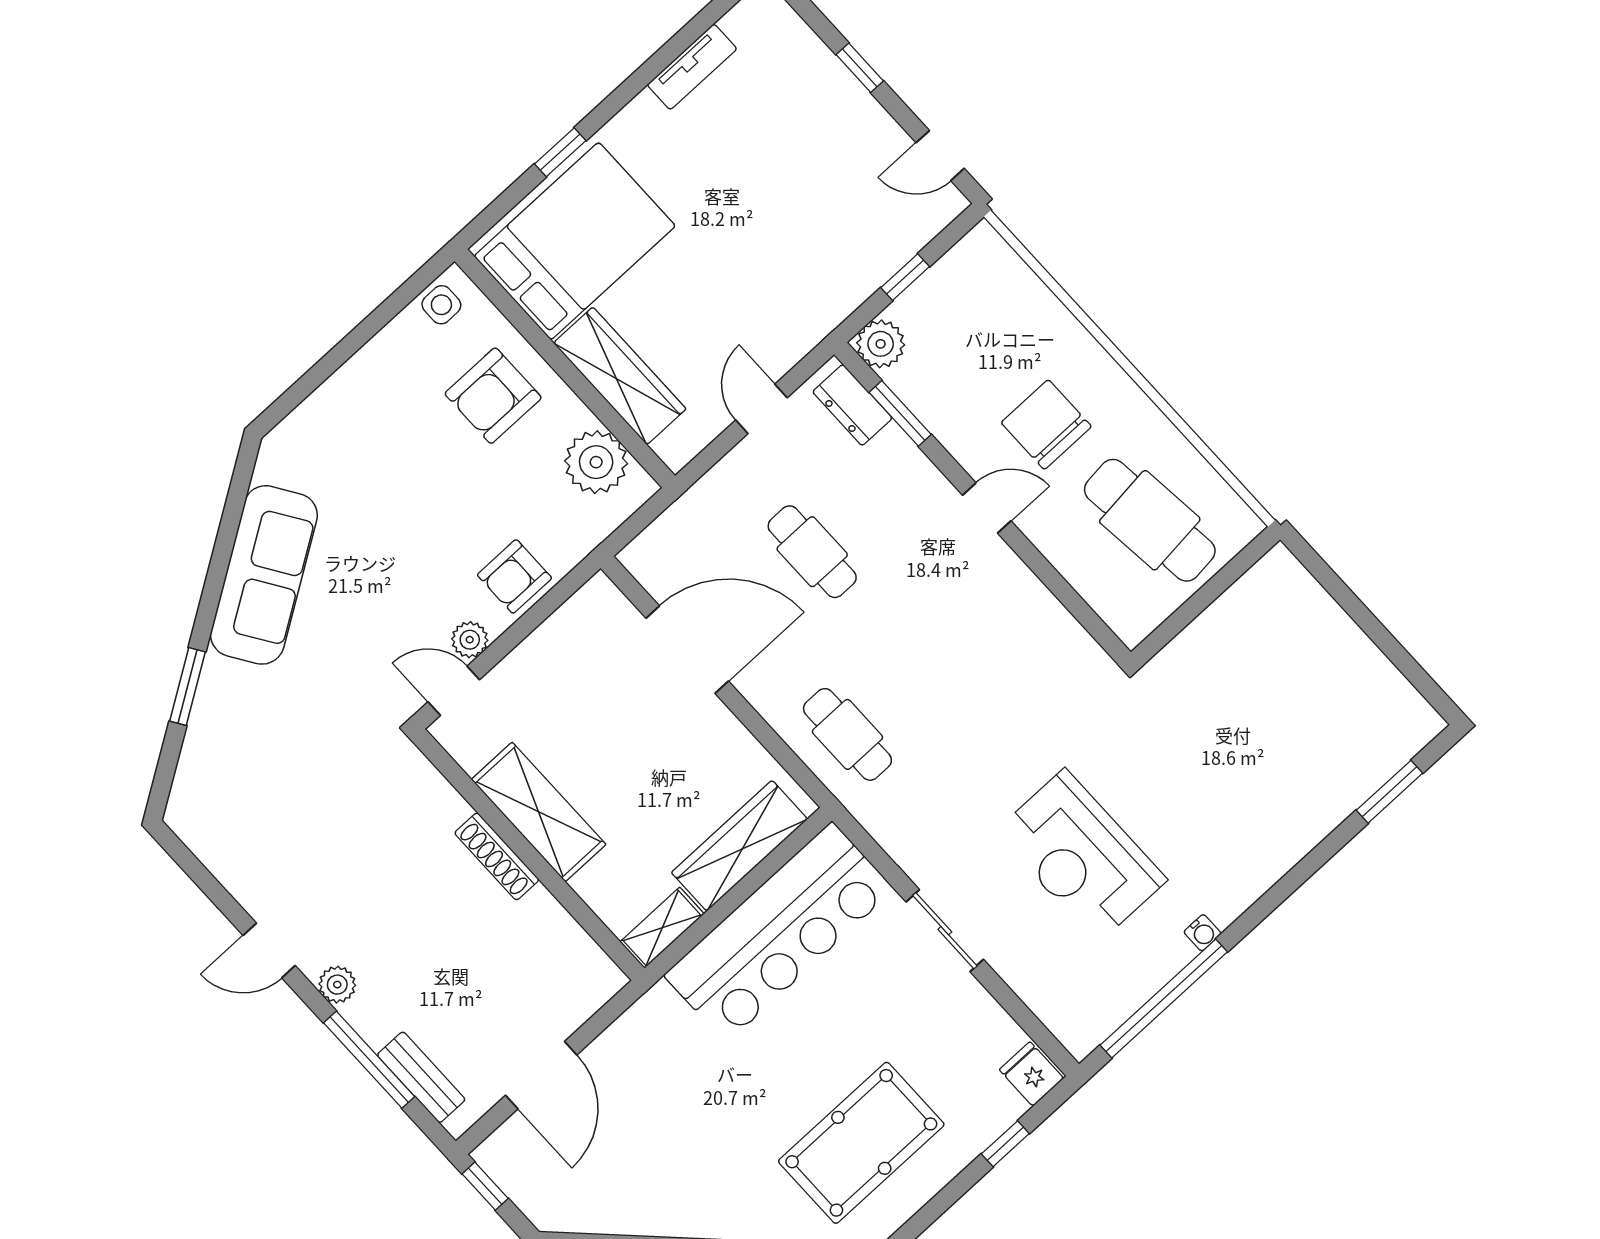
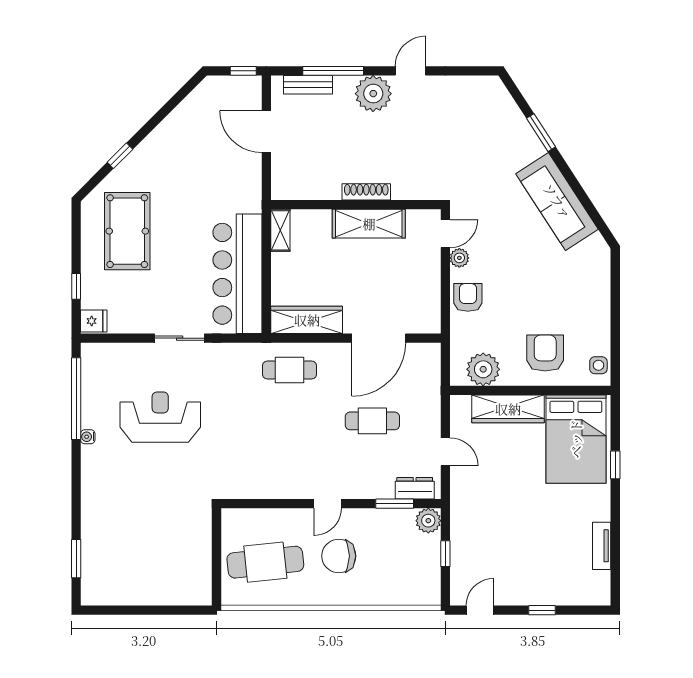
chair: (1046, 425) -> (339, 556), turned 180
wardrobe: (739, 846) -> (307, 320), moved, turned -90
plant: (337, 985) -> (373, 94), width x1.88, depth x1.88

